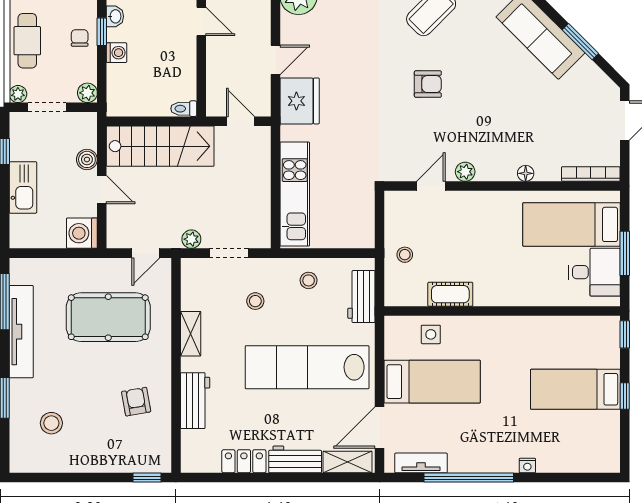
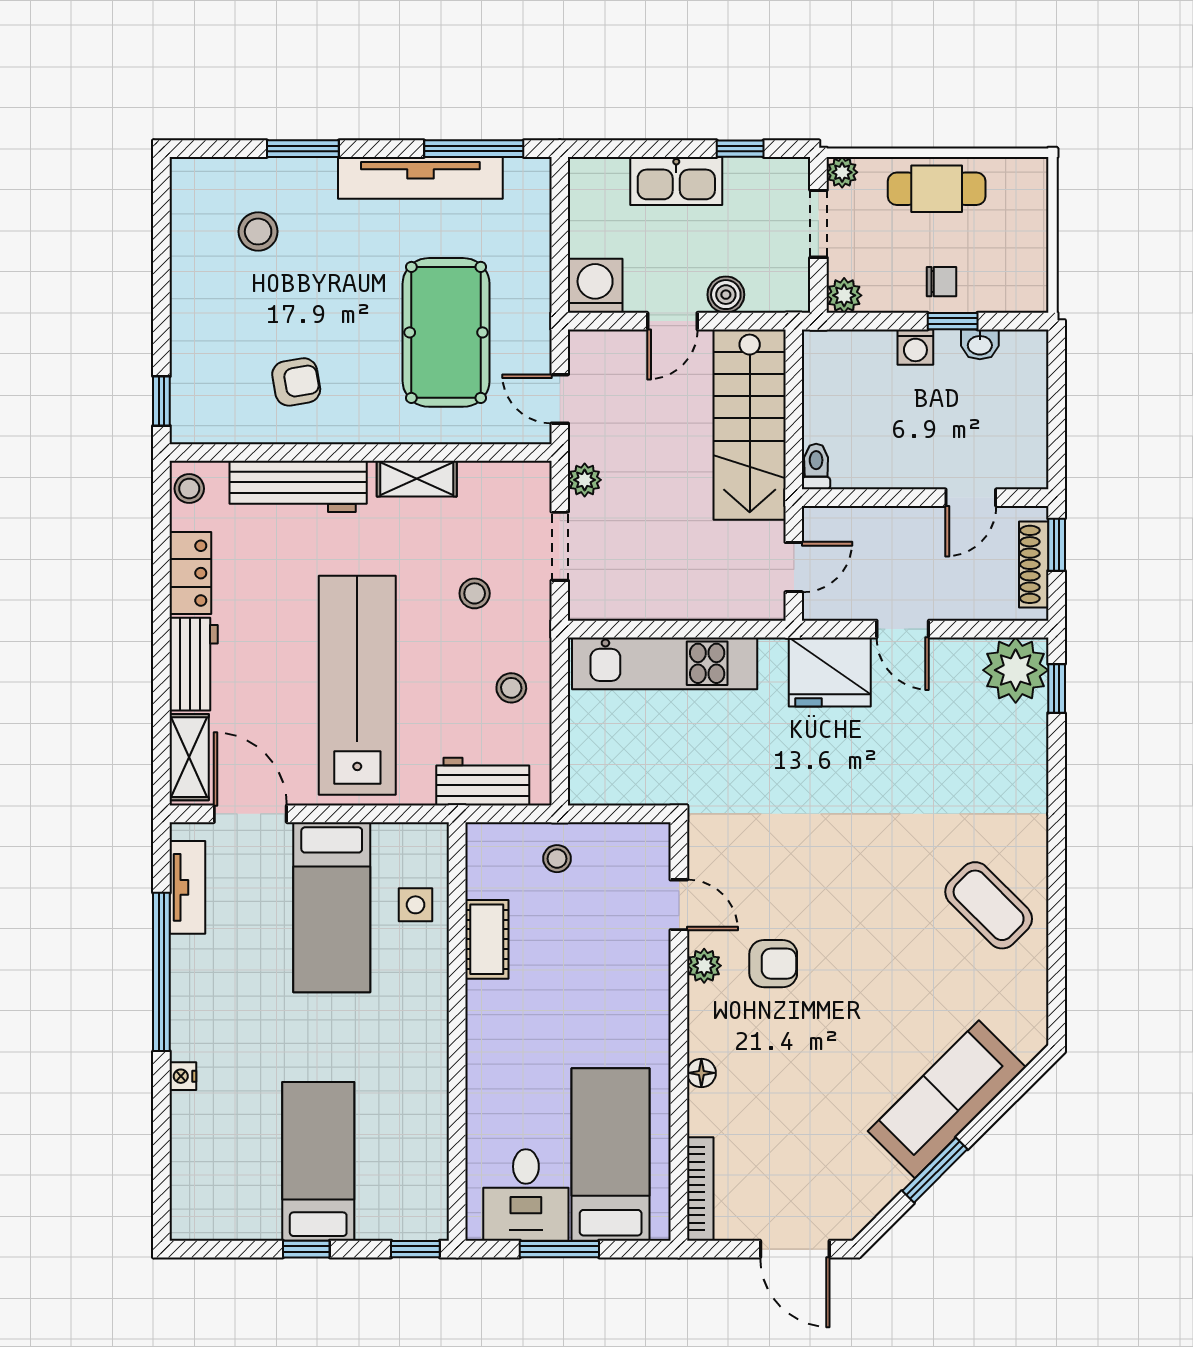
armchair: (428, 84) -> (773, 964), moved, turned -90
workbench: (195, 401) -> (298, 486), width x1.38
stool: (196, 462) -> (189, 489), added

